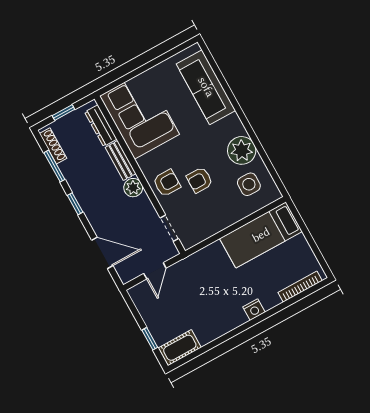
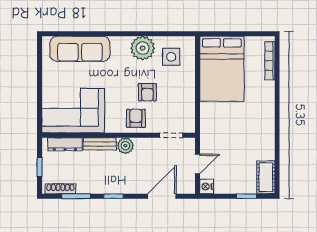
bed: (261, 235) -> (222, 69), width x1.50
door: (155, 271) -> (197, 164), hinge flipped
nightstand: (254, 310) -> (207, 187), moved, turned 180

